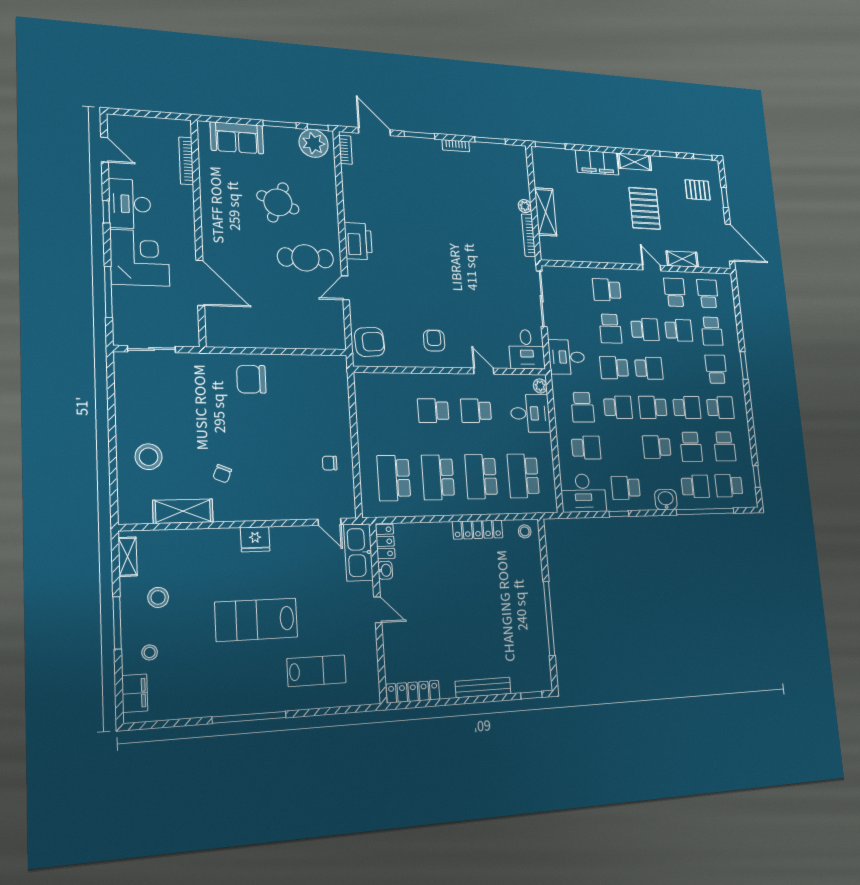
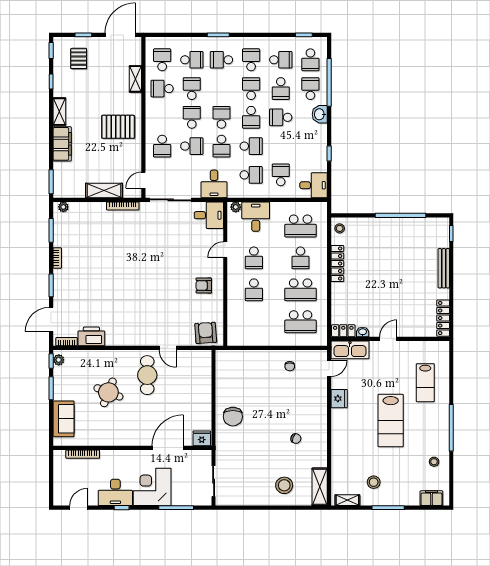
plant: (314, 143) -> (59, 360), width x0.53, depth x0.53
plant: (525, 206) -> (63, 207), moved
pallet: (645, 208) -> (118, 127), moved
printer: (358, 241) -> (91, 336), moved
door: (652, 268) -> (143, 180), moved
school desk: (708, 294) -> (162, 60), turned 90
fridge: (216, 333) -> (202, 438), added
school desk: (618, 407) -> (251, 146), turned 90
school desk: (657, 447) -> (281, 117), turned 90
school desk: (691, 447) -> (281, 89), turned 90
school desk: (481, 477) -> (301, 258), width x0.54
school desk: (626, 488) -> (310, 146), removed
desk: (583, 493) -> (314, 185), width x0.73
shelving: (183, 511) -> (320, 487), moved
fridge: (255, 539) -> (339, 399), moved
stool: (150, 652) -> (434, 462), moved
lab bench: (316, 671) -> (425, 383), turned 180

